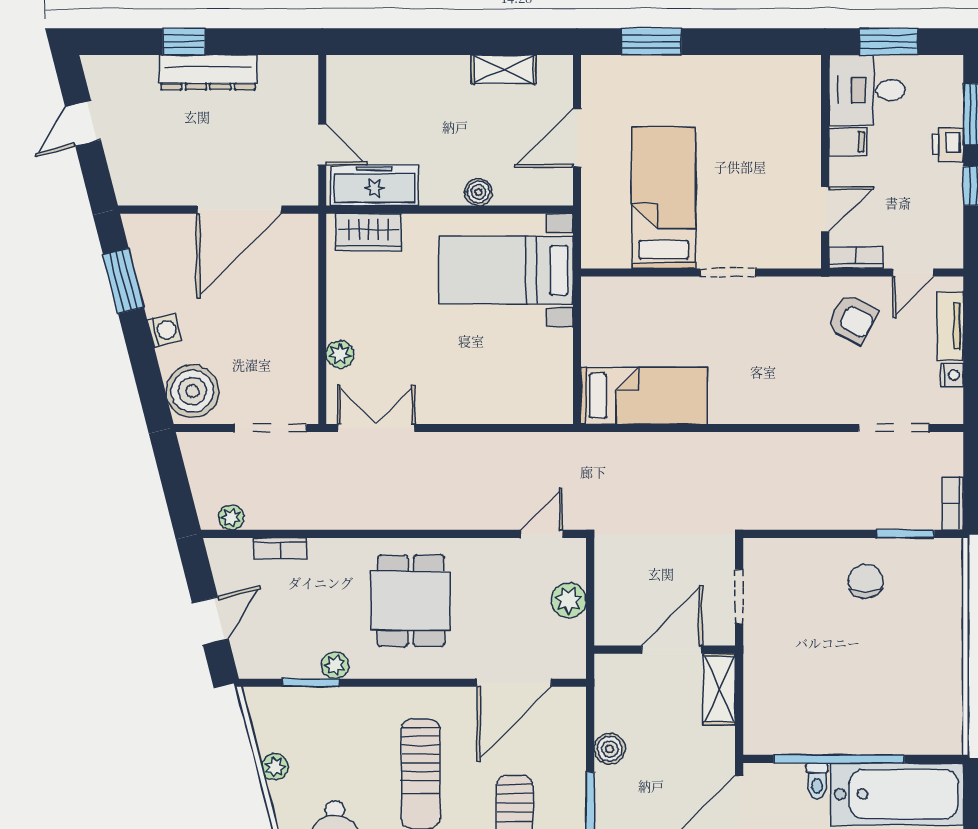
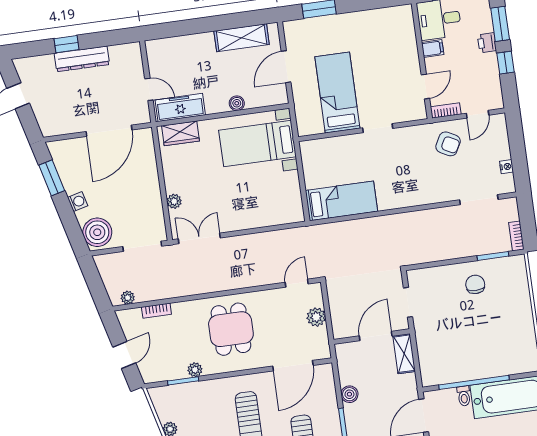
shelving: (504, 69) -> (242, 38), width x1.50, depth x1.33
tv unit: (950, 326) -> (502, 140), removed

